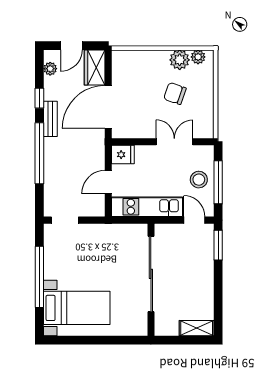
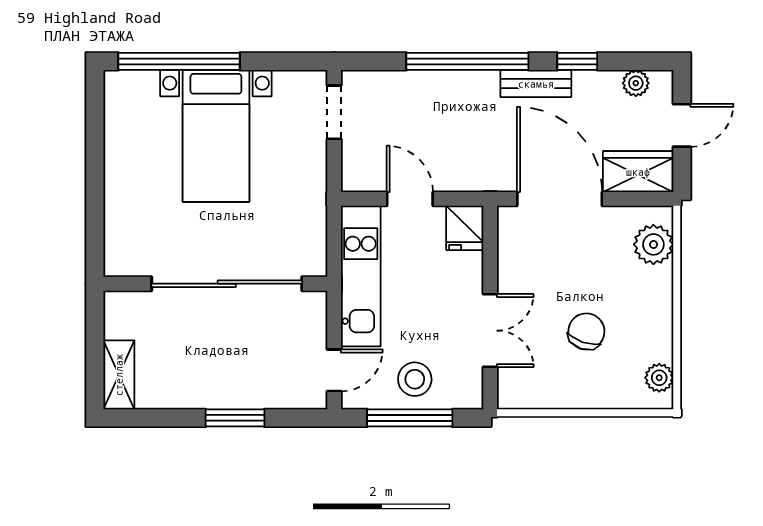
door: (71, 46) -> (682, 125), swing flipped
plant: (180, 60) -> (653, 244), moved
window: (218, 245) -> (235, 418), moved
window: (39, 277) -> (179, 61), moved
bed with nightstands: (77, 308) -> (216, 136), moved

